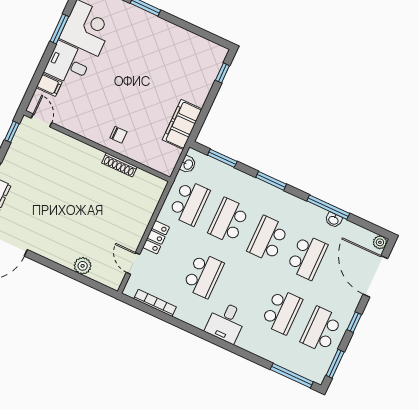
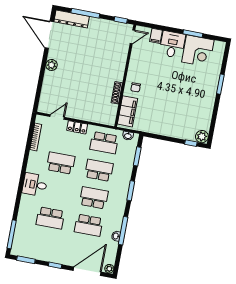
plant: (217, 54) -> (202, 137), added
filing cabinet: (182, 124) -> (127, 111), moved, turned 90
plant: (83, 266) -> (51, 65), moved
school desk: (203, 275) -> (61, 163), turned 180
school desk: (321, 330) -> (45, 246), removed

